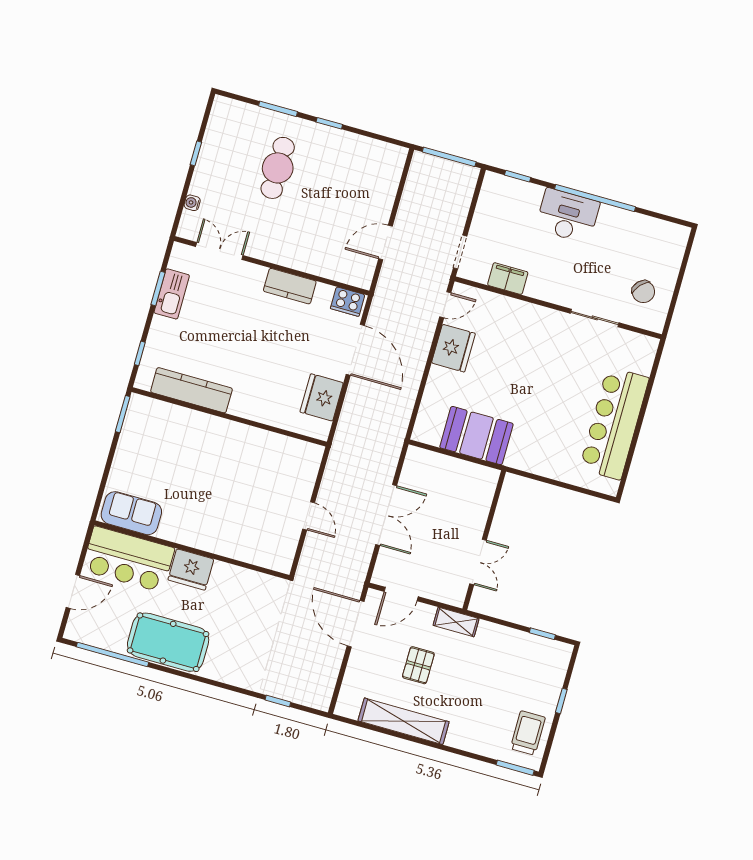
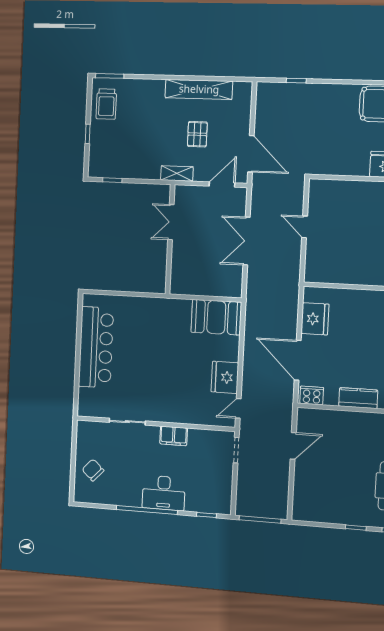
filing cabinet: (508, 279) -> (174, 436), moved
chair: (643, 292) -> (93, 470), moved
booth: (476, 436) -> (216, 317), moved

